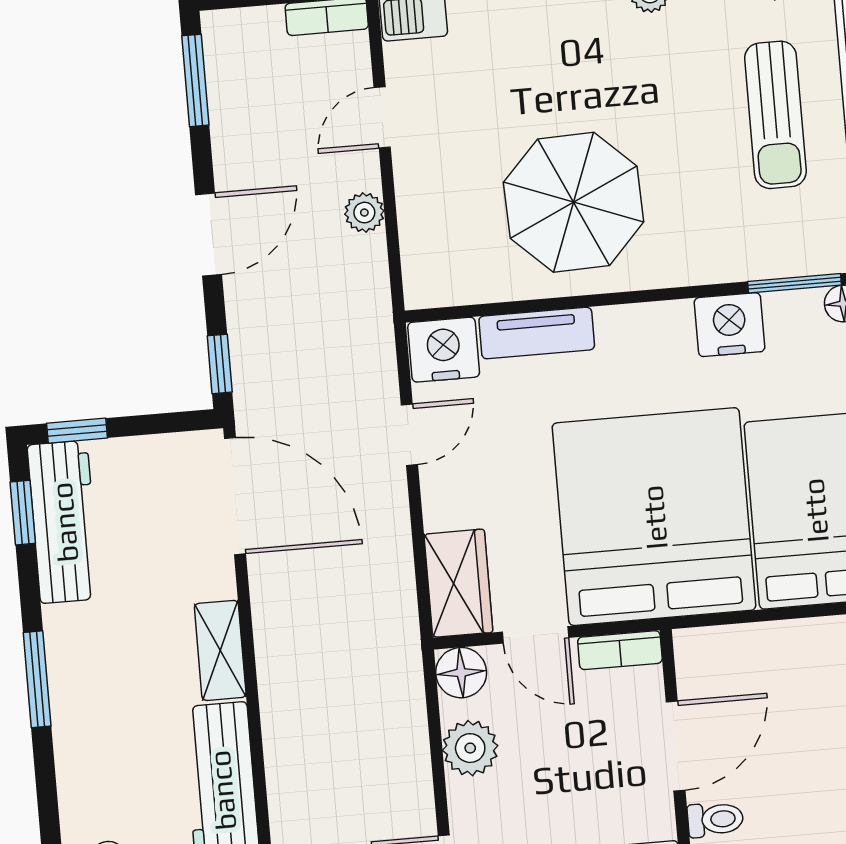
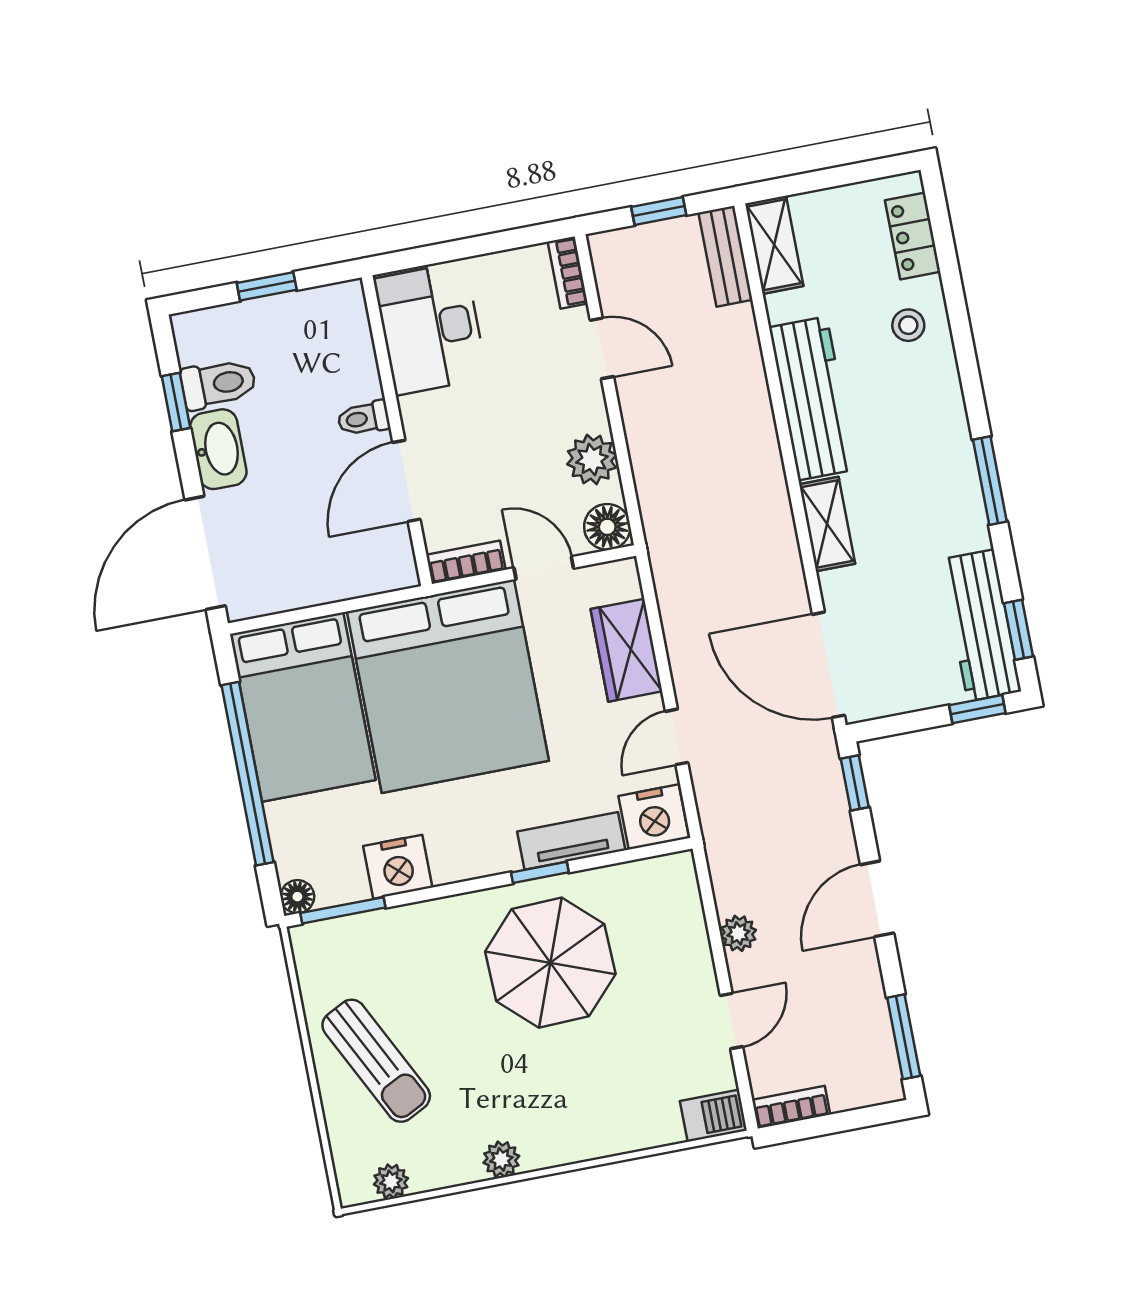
sun lounger: (775, 115) -> (376, 1061), turned 153
window: (575, 302) -> (540, 872), added
wardrobe: (458, 583) -> (626, 650), moved

